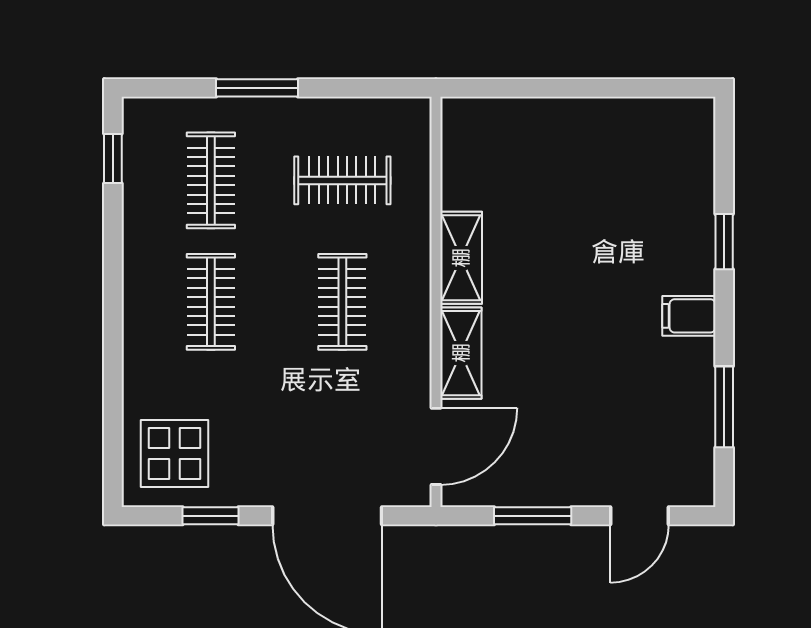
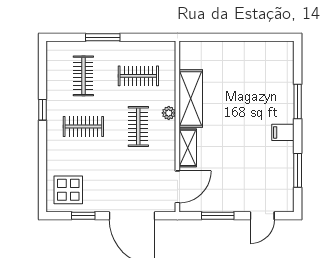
window: (113, 158) -> (43, 110), moved
window: (724, 242) -> (298, 101), width x1.50
shelving: (461, 258) -> (191, 99), width x1.50, depth x1.33
plant: (415, 269) -> (169, 113), added
clothes rail: (211, 302) -> (83, 127), turned 90

